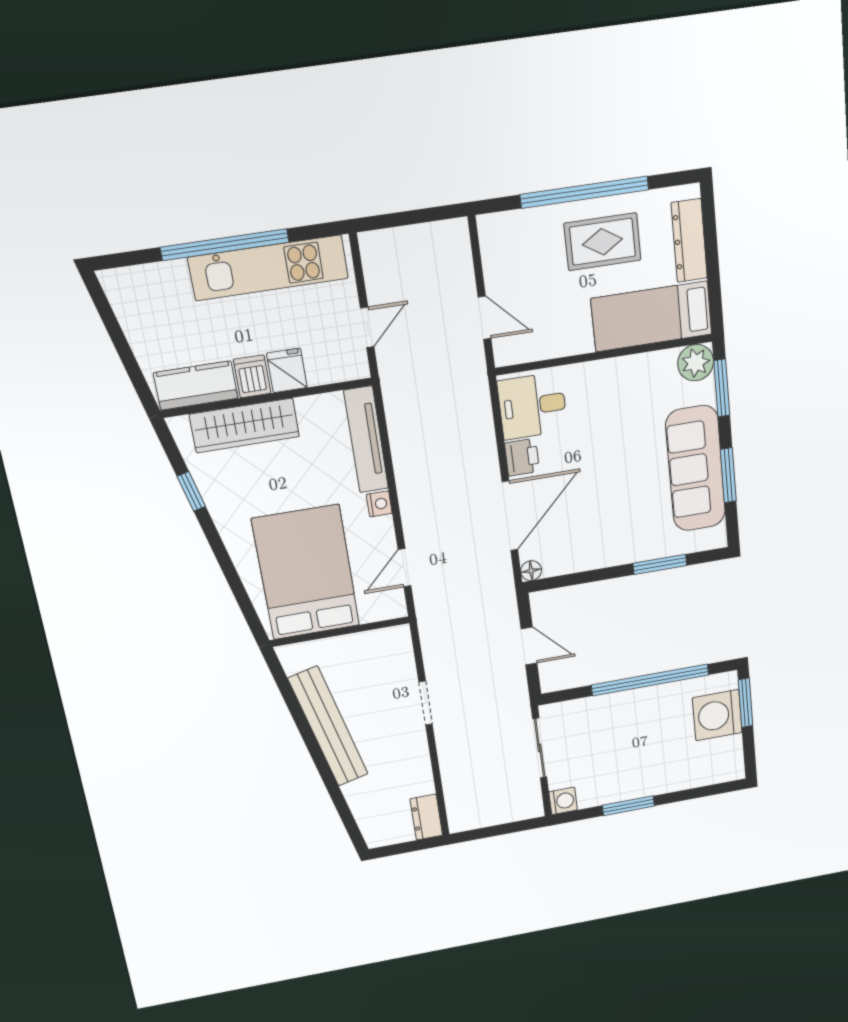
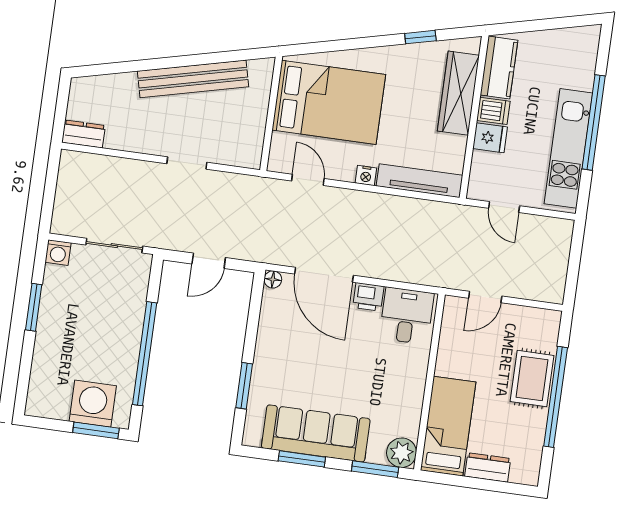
dresser: (689, 241) -> (488, 467), width x0.70
rug: (602, 242) -> (532, 379), moved

